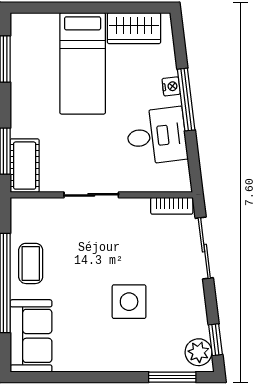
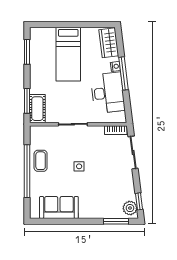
wardrobe: (134, 28) -> (109, 43), moved, turned 83
desk: (157, 136) -> (108, 93), width x1.37
side table: (129, 302) -> (79, 166), moved, width x0.54, depth x0.54
sofa: (31, 336) -> (59, 207), moved, turned -90

